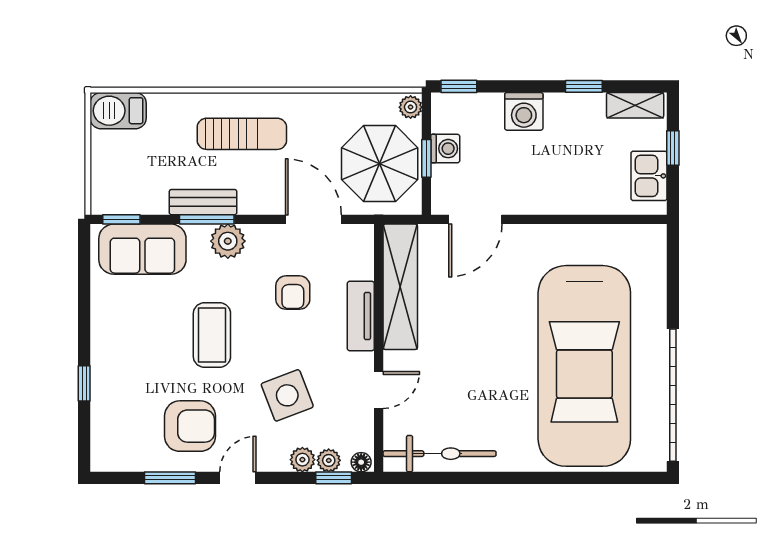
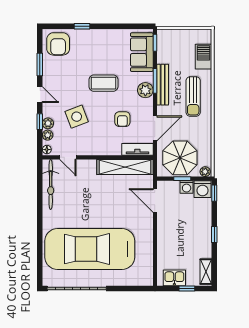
window: (584, 86) -> (214, 235), moved
barbecue: (118, 111) -> (203, 57), moved
washing machine: (524, 111) -> (202, 189), moved, turned -90
bench: (203, 202) -> (163, 85), width x1.36
armchair: (293, 293) -> (122, 119), turned -90
tv unit: (361, 316) -> (137, 149), moved
door: (379, 390) -> (68, 157), moved
armchair: (190, 426) -> (58, 44), moved
window: (334, 478) -> (40, 122), moved

